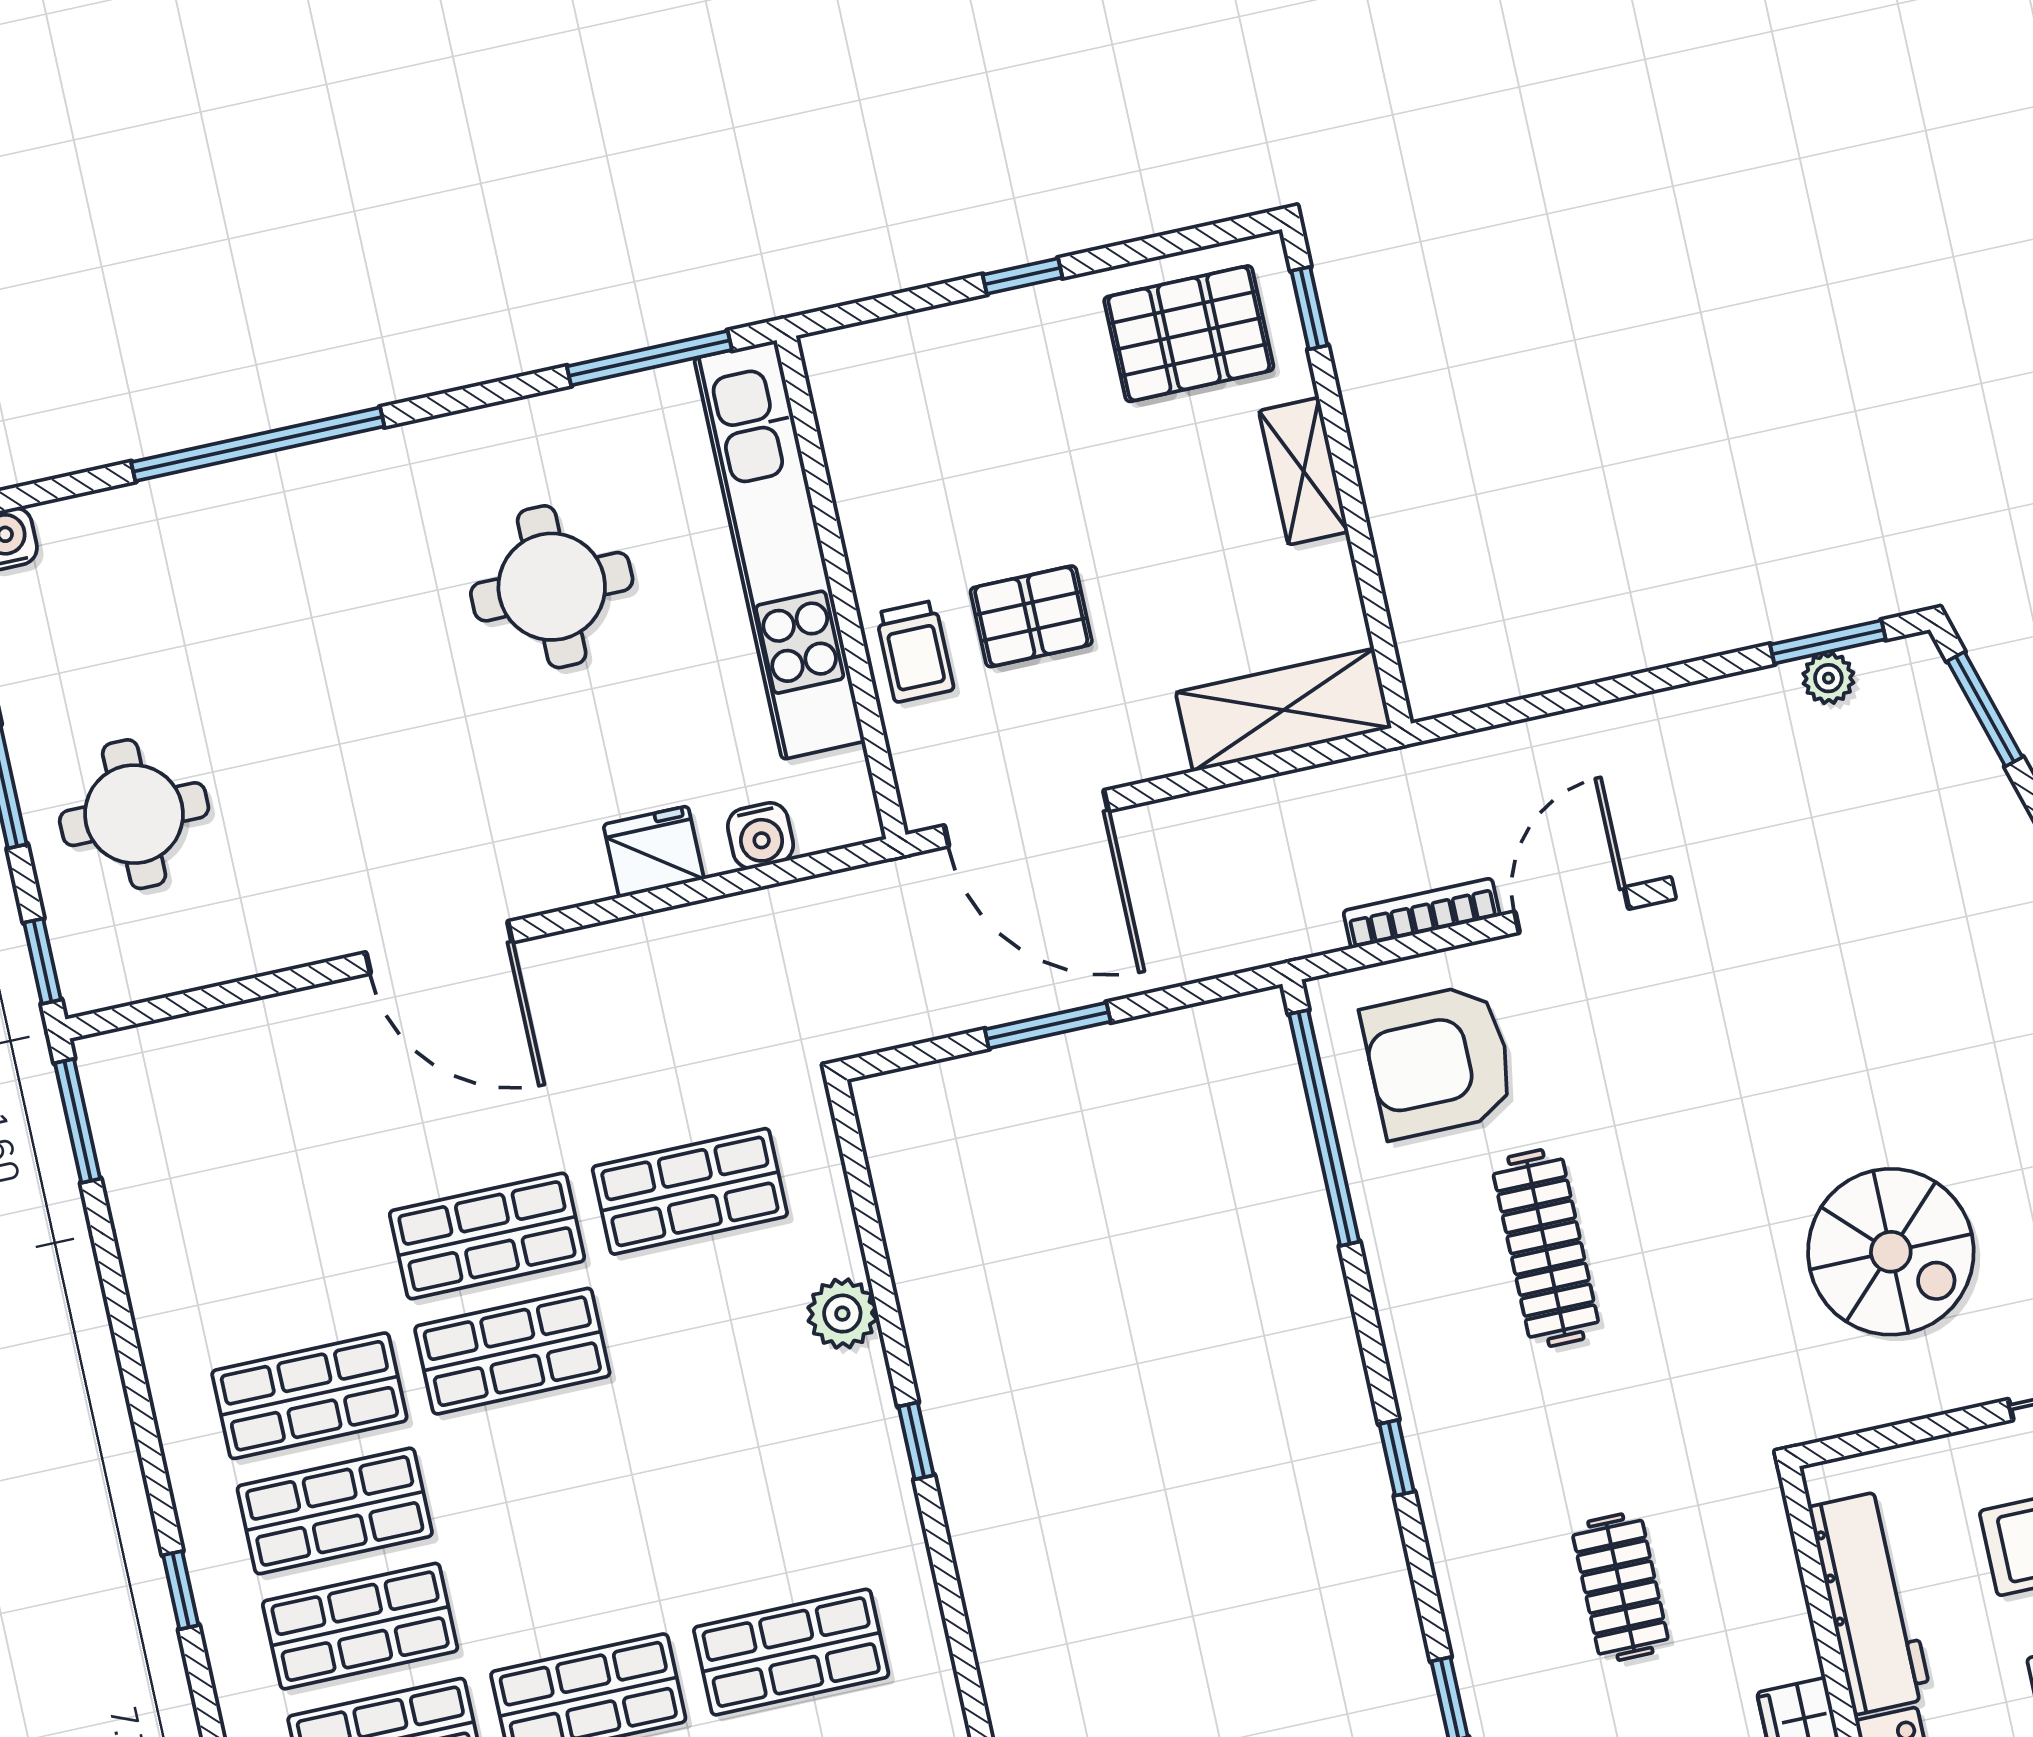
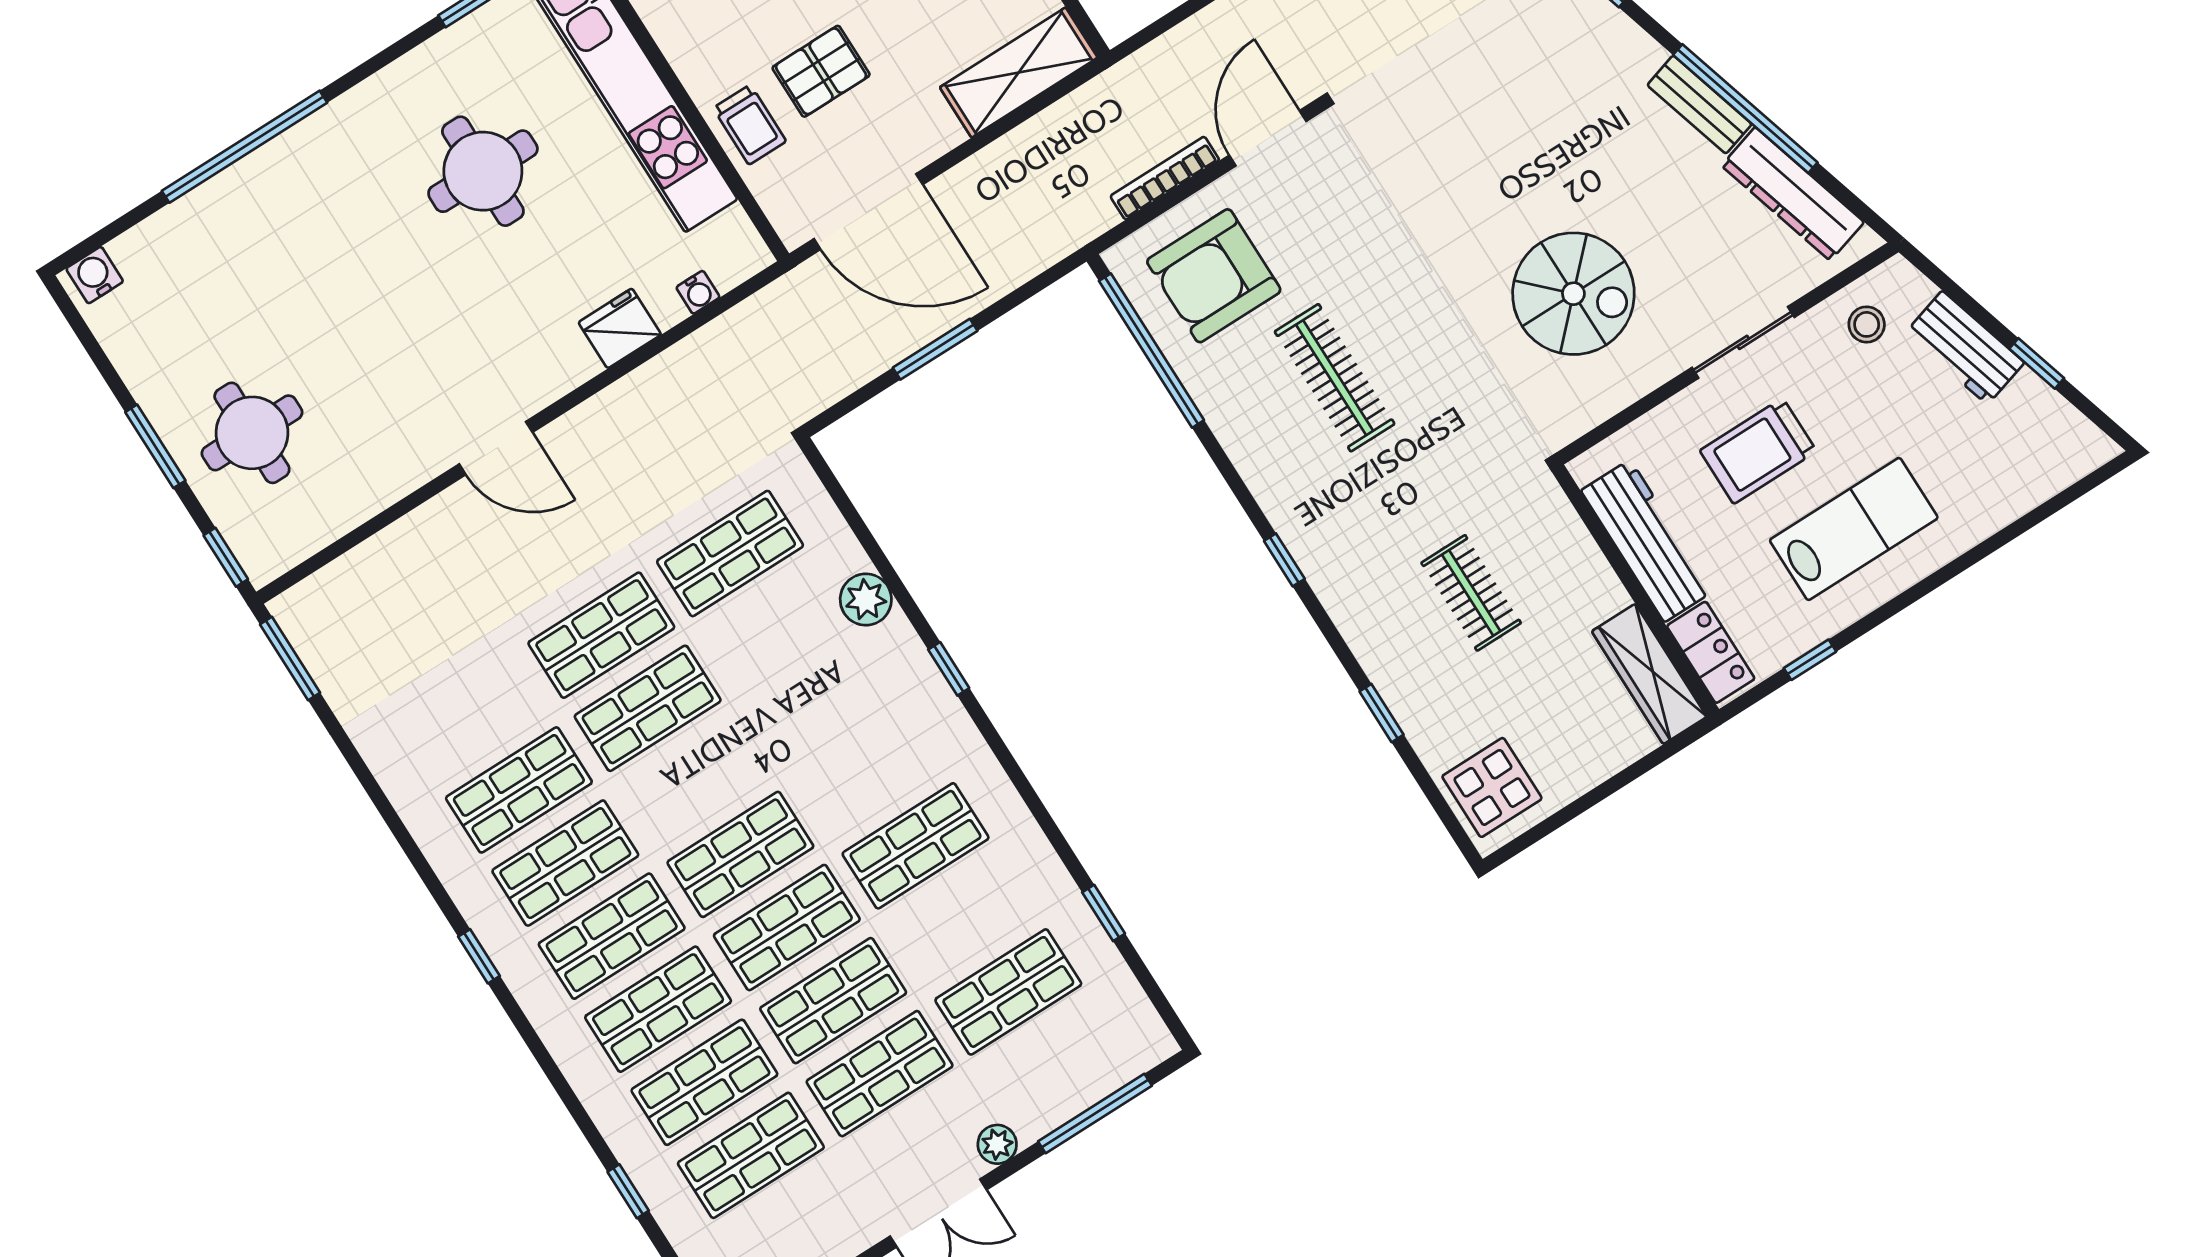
water cooler: (761, 836) -> (698, 292), width x0.72, depth x0.72
door: (439, 947) -> (496, 448), width x0.73
shop shelf: (563, 1582) -> (740, 854), added

